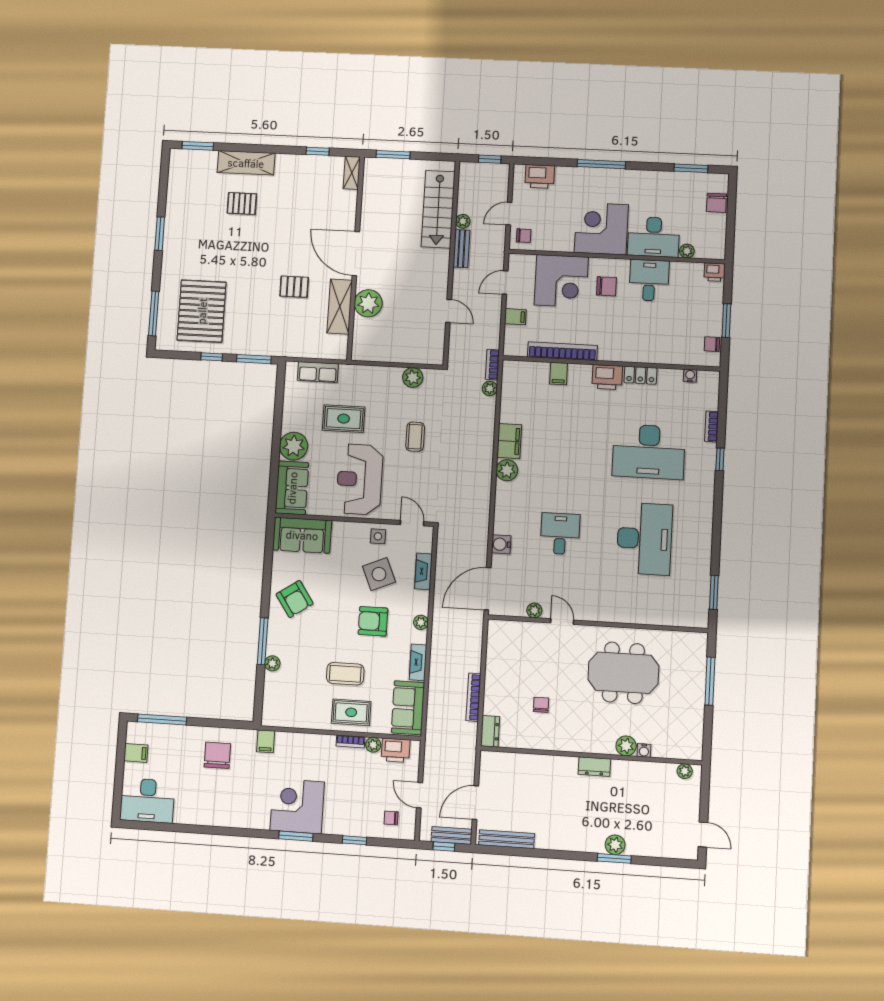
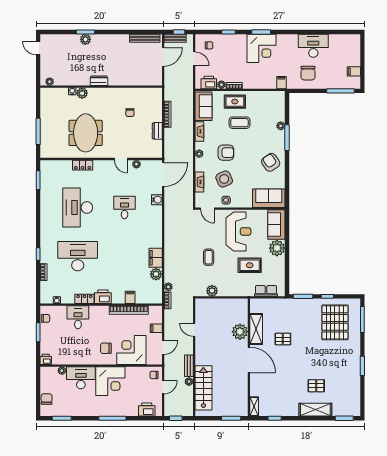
desk: (649, 280) -> (78, 317), moved, turned 180
plant: (507, 470) -> (156, 274), moved
desk: (560, 534) -> (125, 207), turned 180
locker: (632, 615) -> (83, 165), added
meeting table: (623, 673) -> (86, 133), turned 90
dresser: (490, 731) -> (157, 131), moved
desk: (147, 801) -> (313, 46), moved

